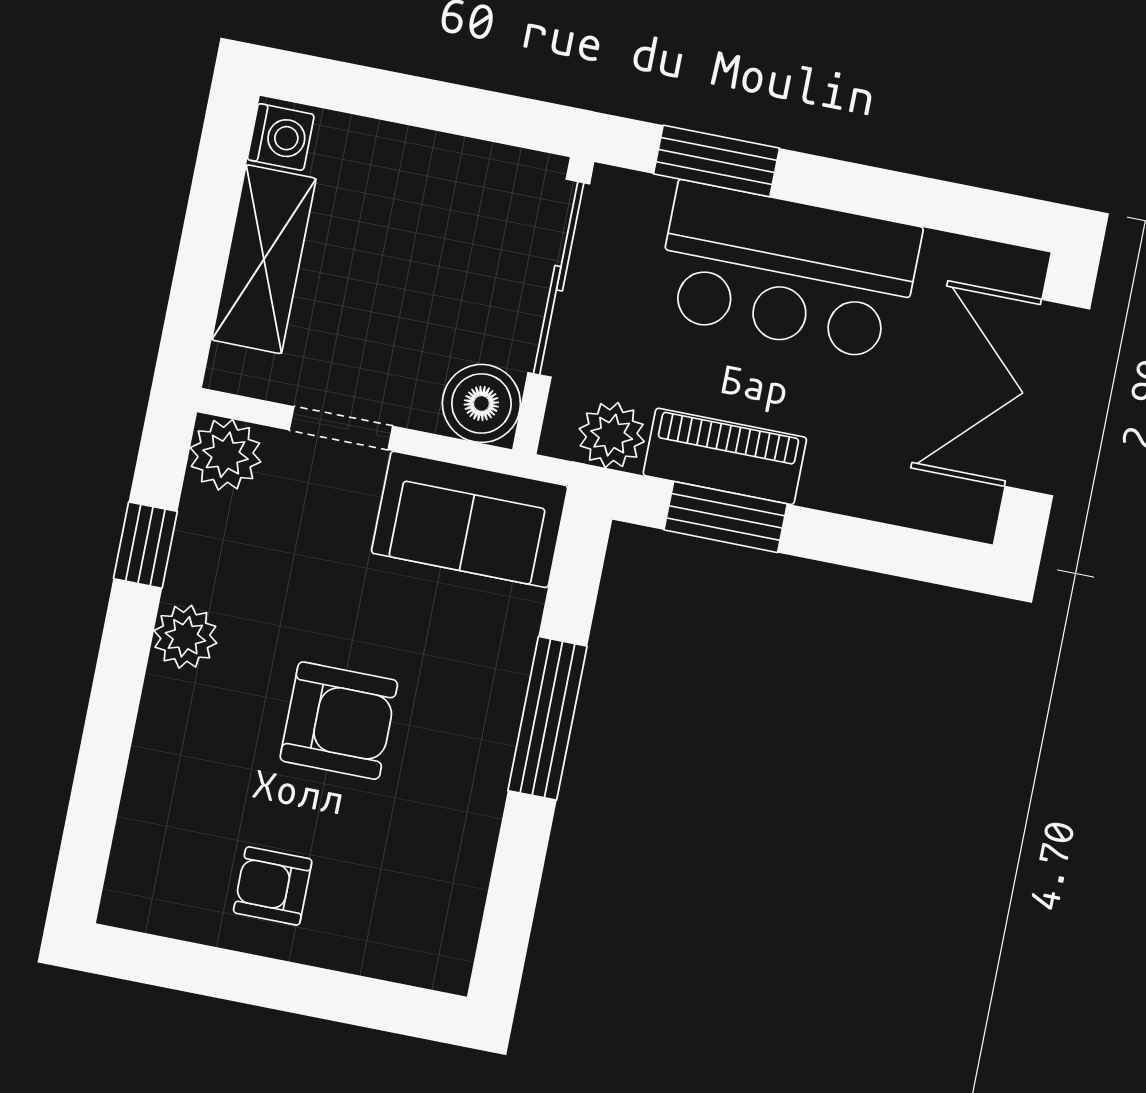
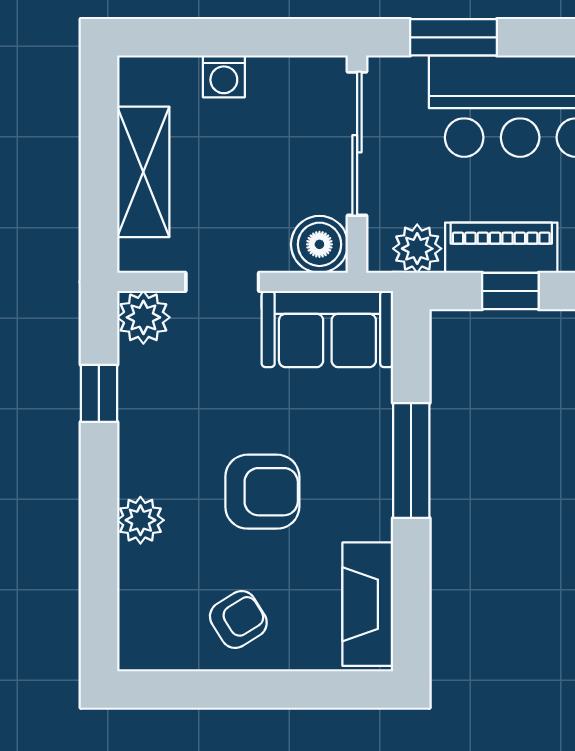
washing machine: (281, 137) -> (224, 76), moved, turned 90
window: (726, 517) -> (510, 291), width x0.67
plant: (185, 637) -> (140, 520), moved
armchair: (273, 886) -> (238, 620), turned 148
fireplace: (451, 900) -> (368, 604), added

